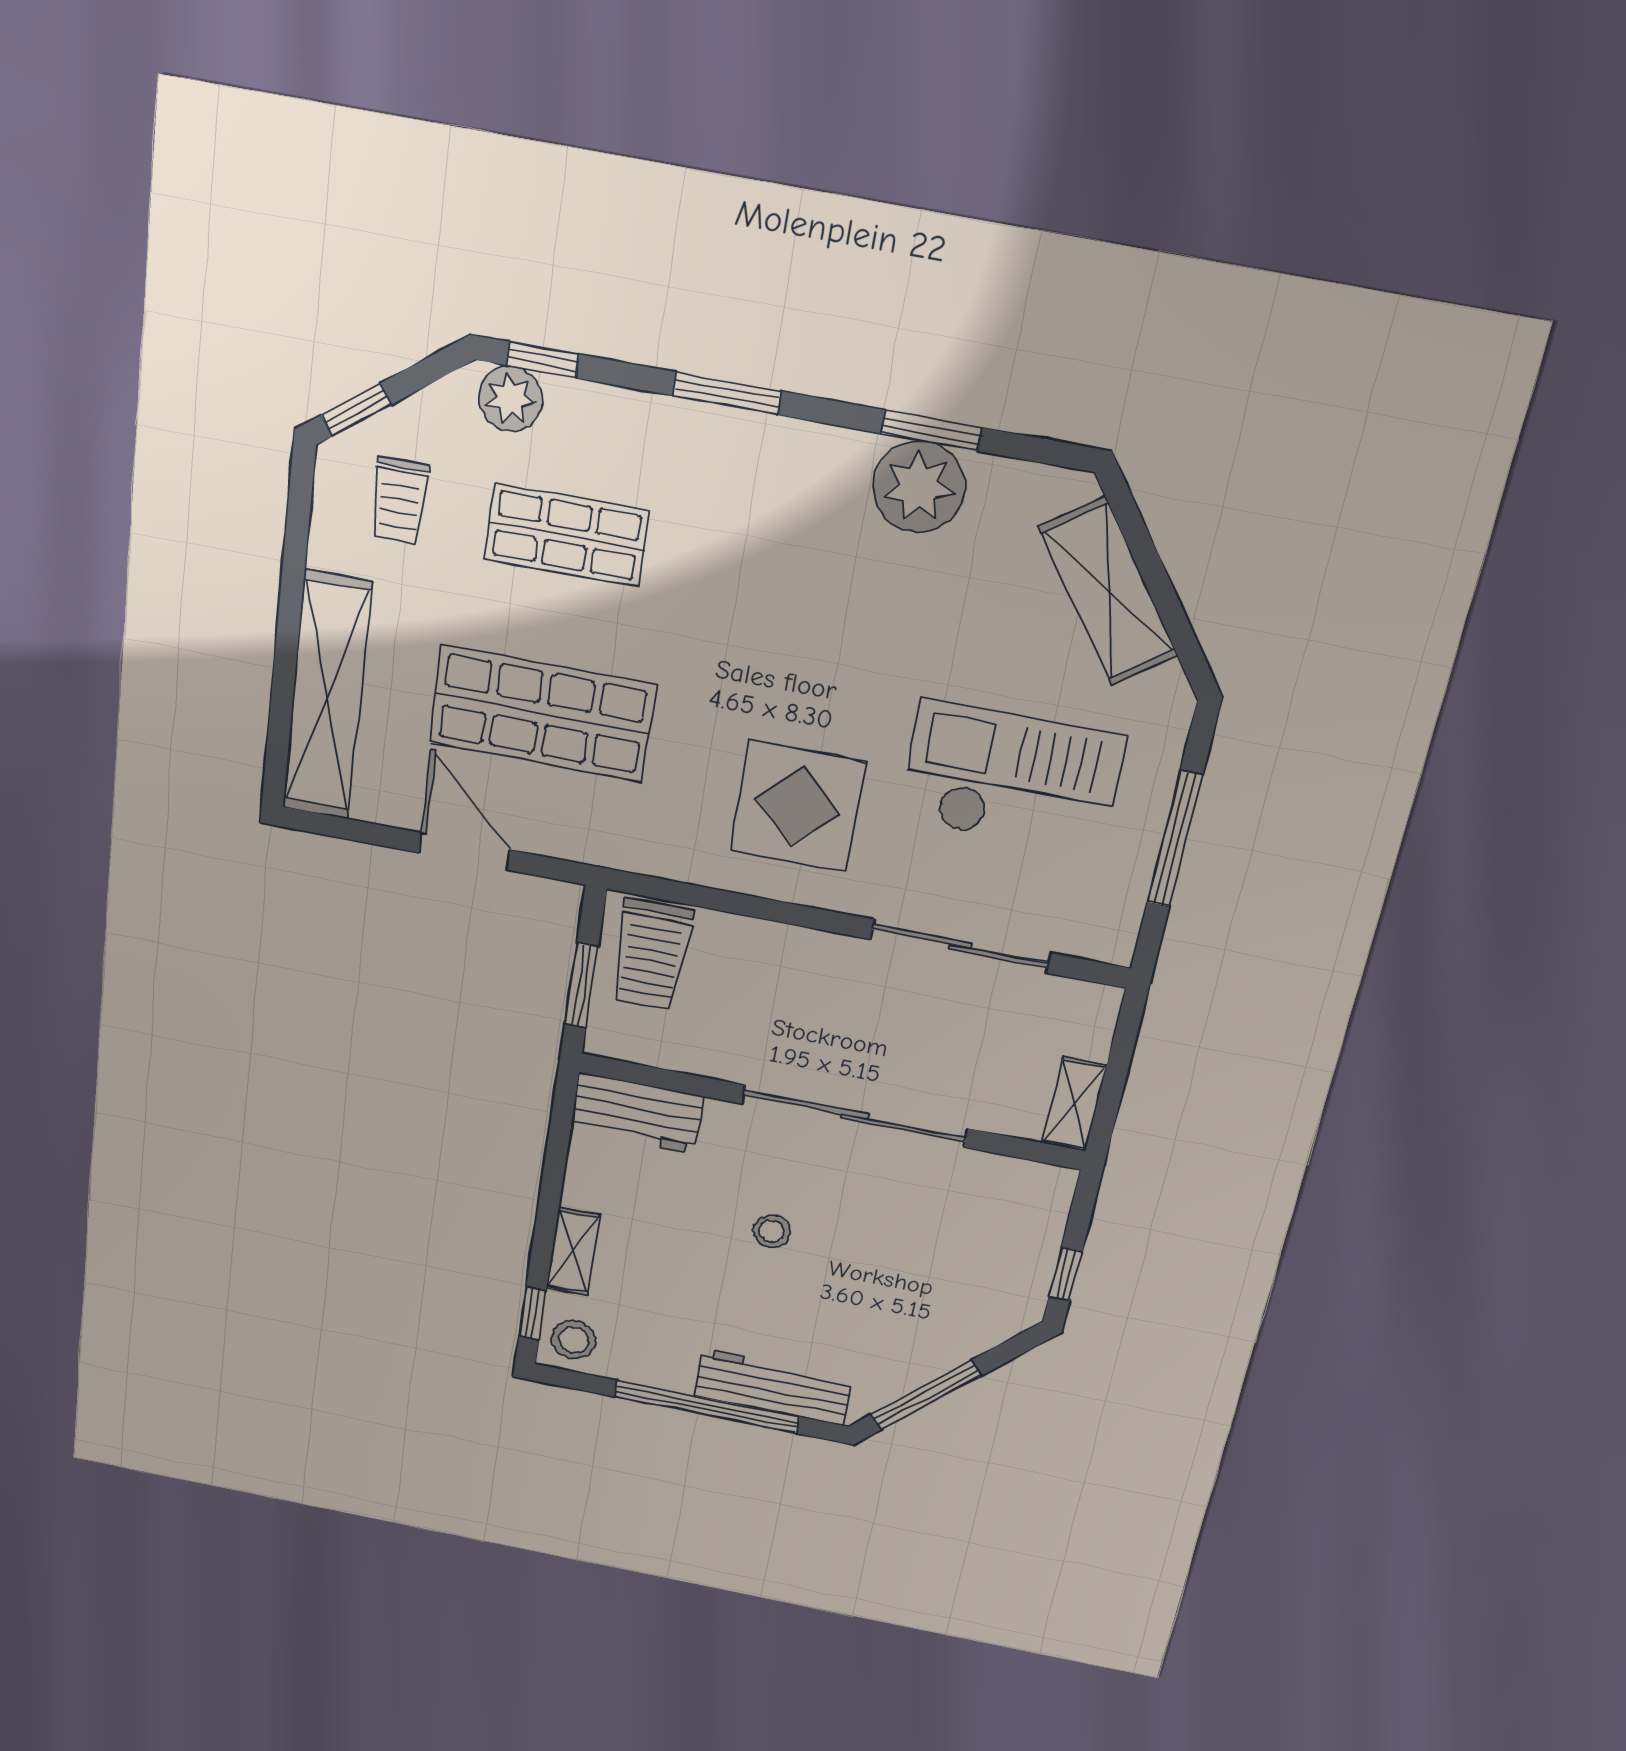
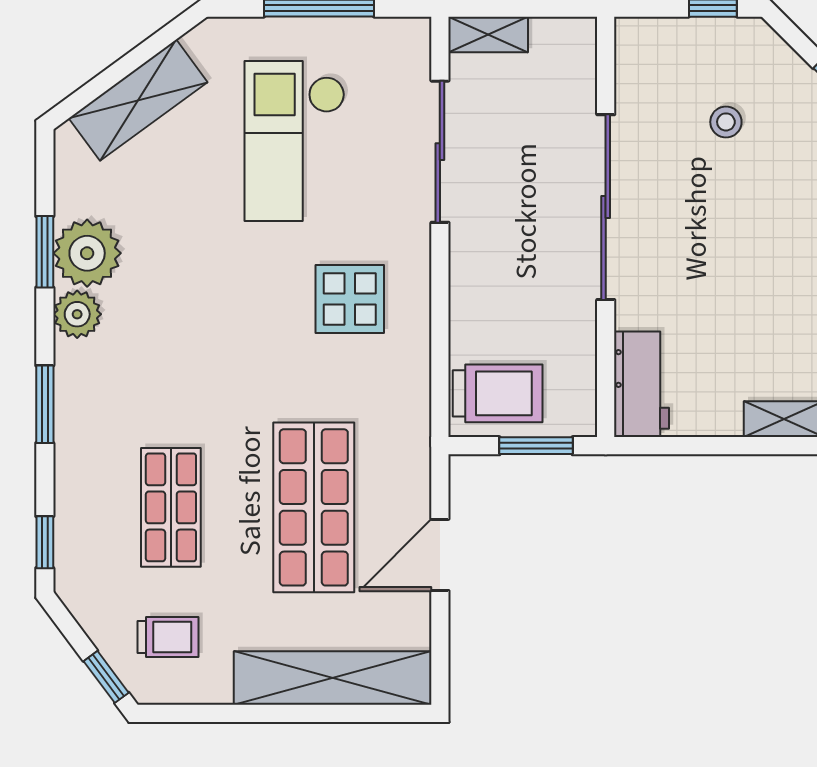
plant: (510, 399) -> (77, 314), moved
display table: (797, 806) -> (350, 299), width x0.73, depth x0.73
shelving: (1074, 1105) -> (488, 34), moved
stool: (772, 1231) -> (726, 122), moved

